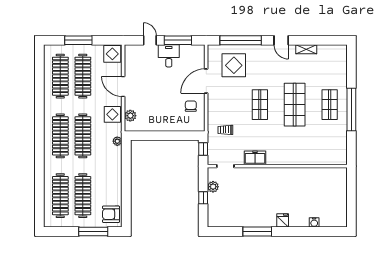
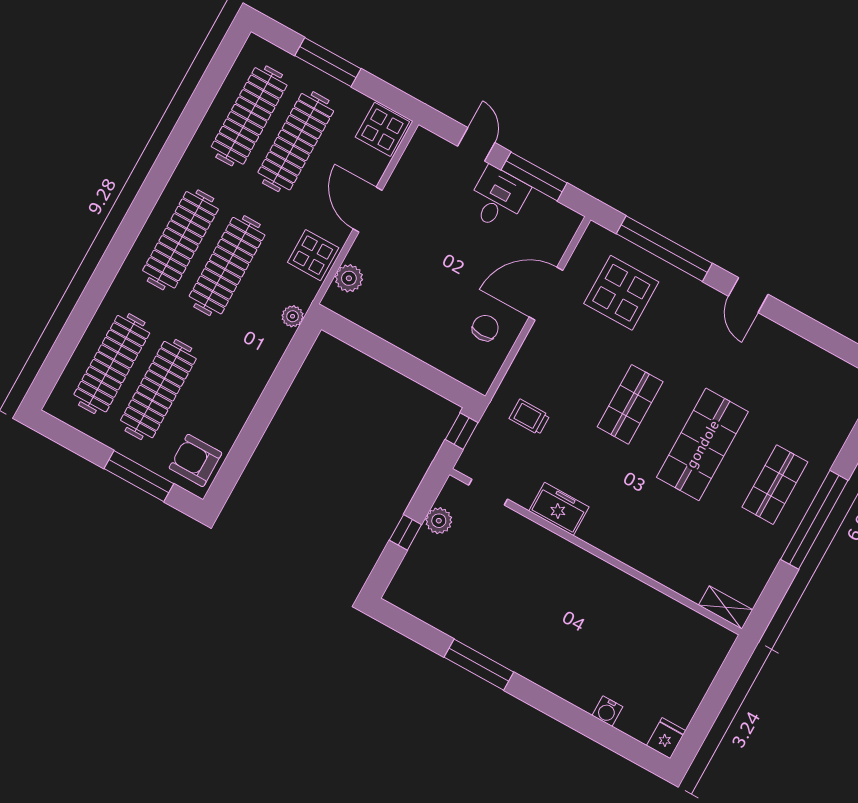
shelving: (306, 49) -> (726, 607), moved
fridge: (283, 220) -> (666, 738), moved

